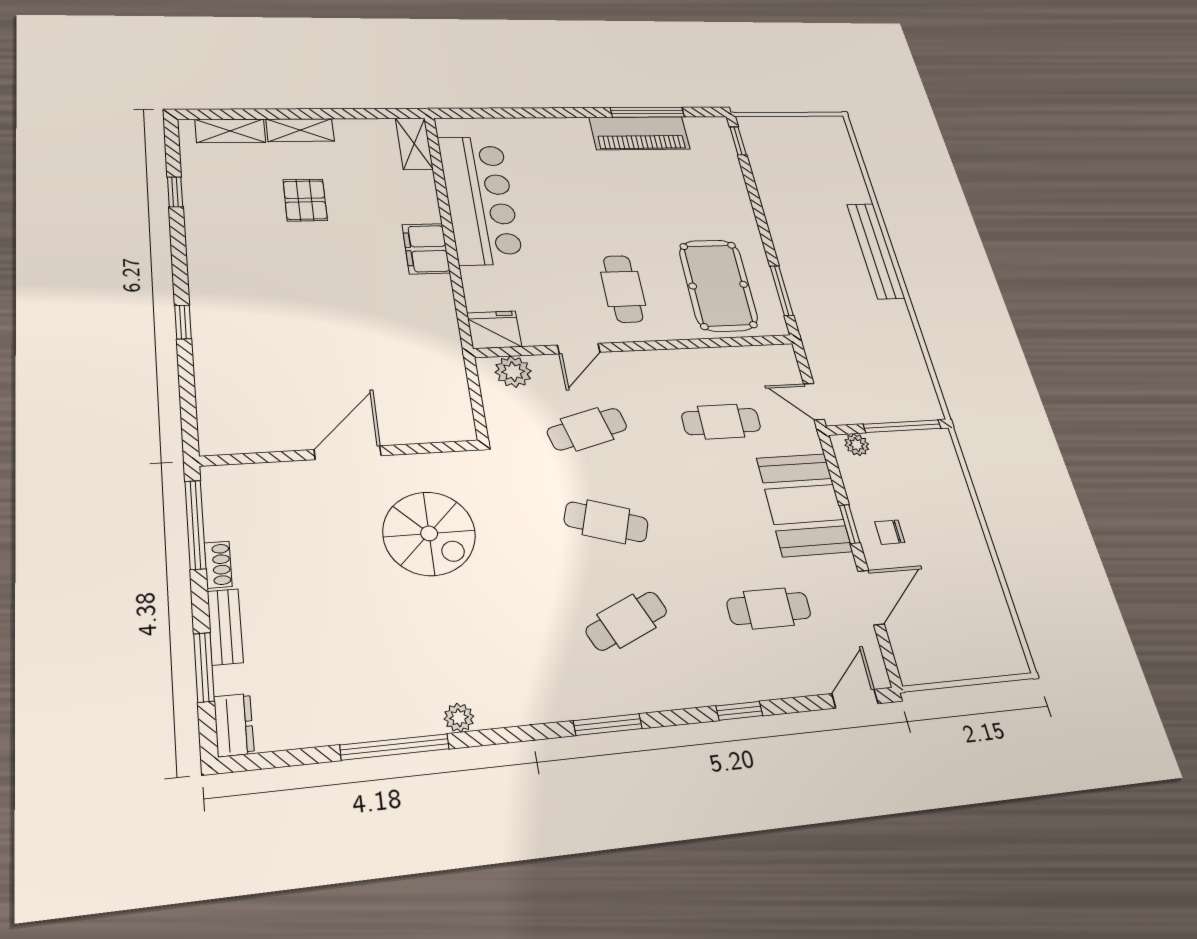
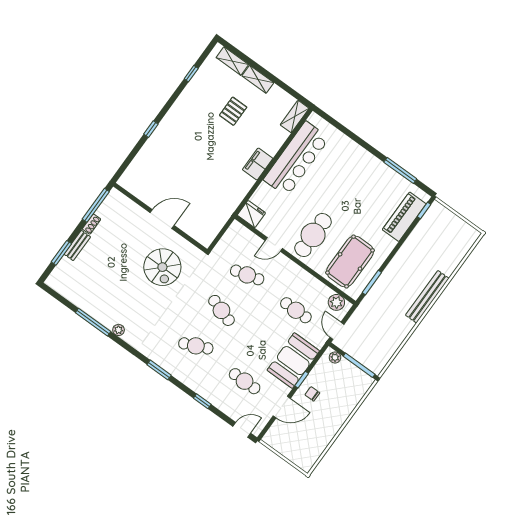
piano: (640, 133) -> (404, 217), moved, turned 90
cafe table: (623, 289) -> (313, 235), width x1.37, depth x1.35
plant: (513, 372) -> (336, 302), moved
dresser: (234, 725) -> (55, 277), removed

